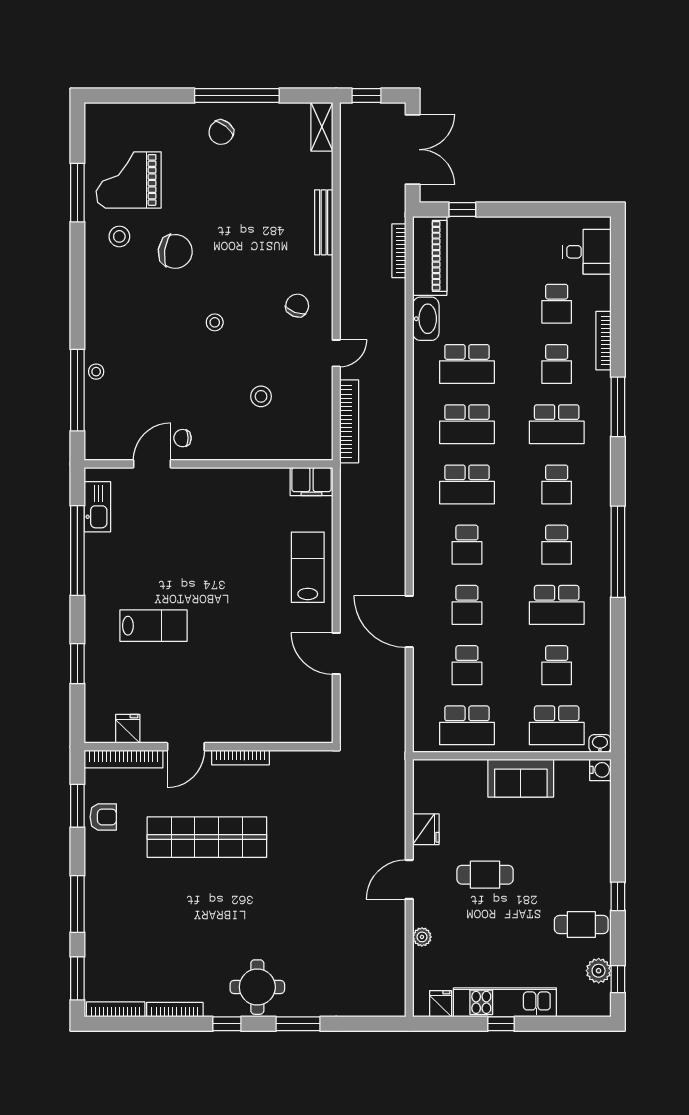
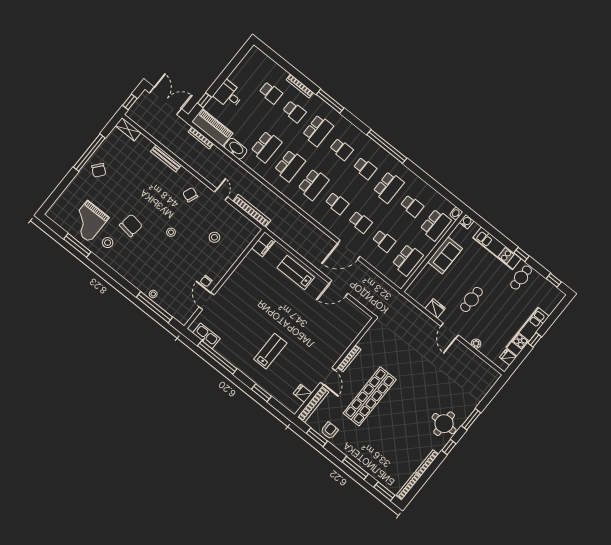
desk: (587, 252) -> (229, 95), moved, turned -90
kitchen unit: (597, 850) -> (497, 248), added
plant: (599, 971) -> (544, 285), removed

